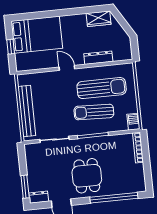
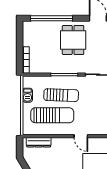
dresser: (98, 58) -> (39, 142), moved
sun lounger: (102, 88) -> (52, 115), turned 180
barbecue: (133, 122) -> (27, 95), moved

